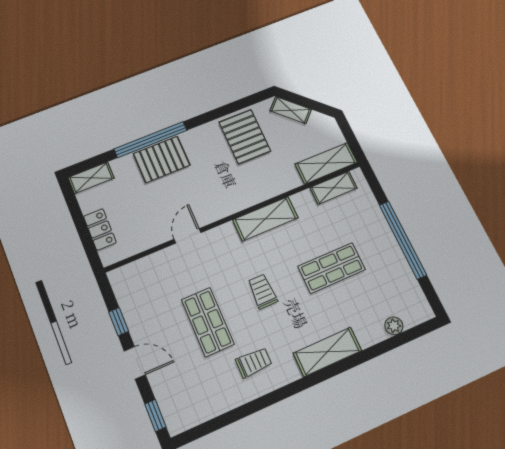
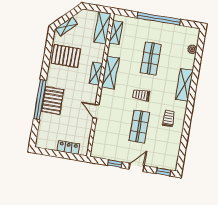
shelving: (91, 178) -> (96, 73), moved
shop shelf: (208, 322) -> (139, 127), turned 90

